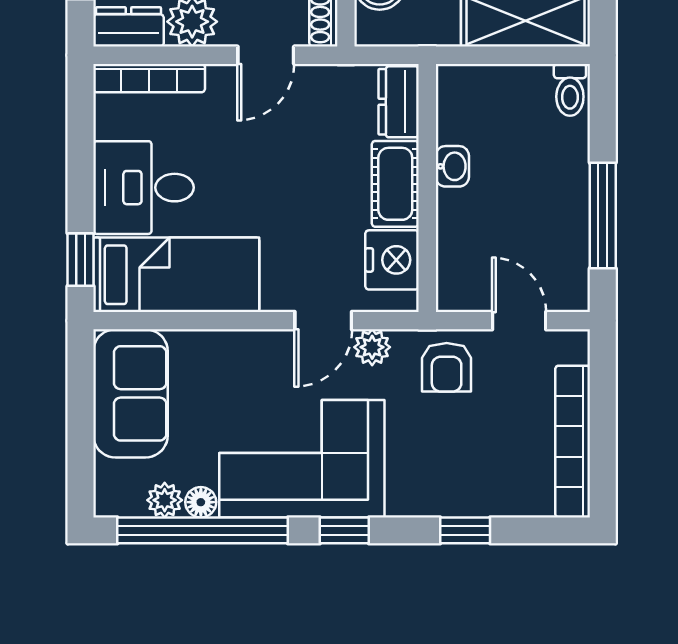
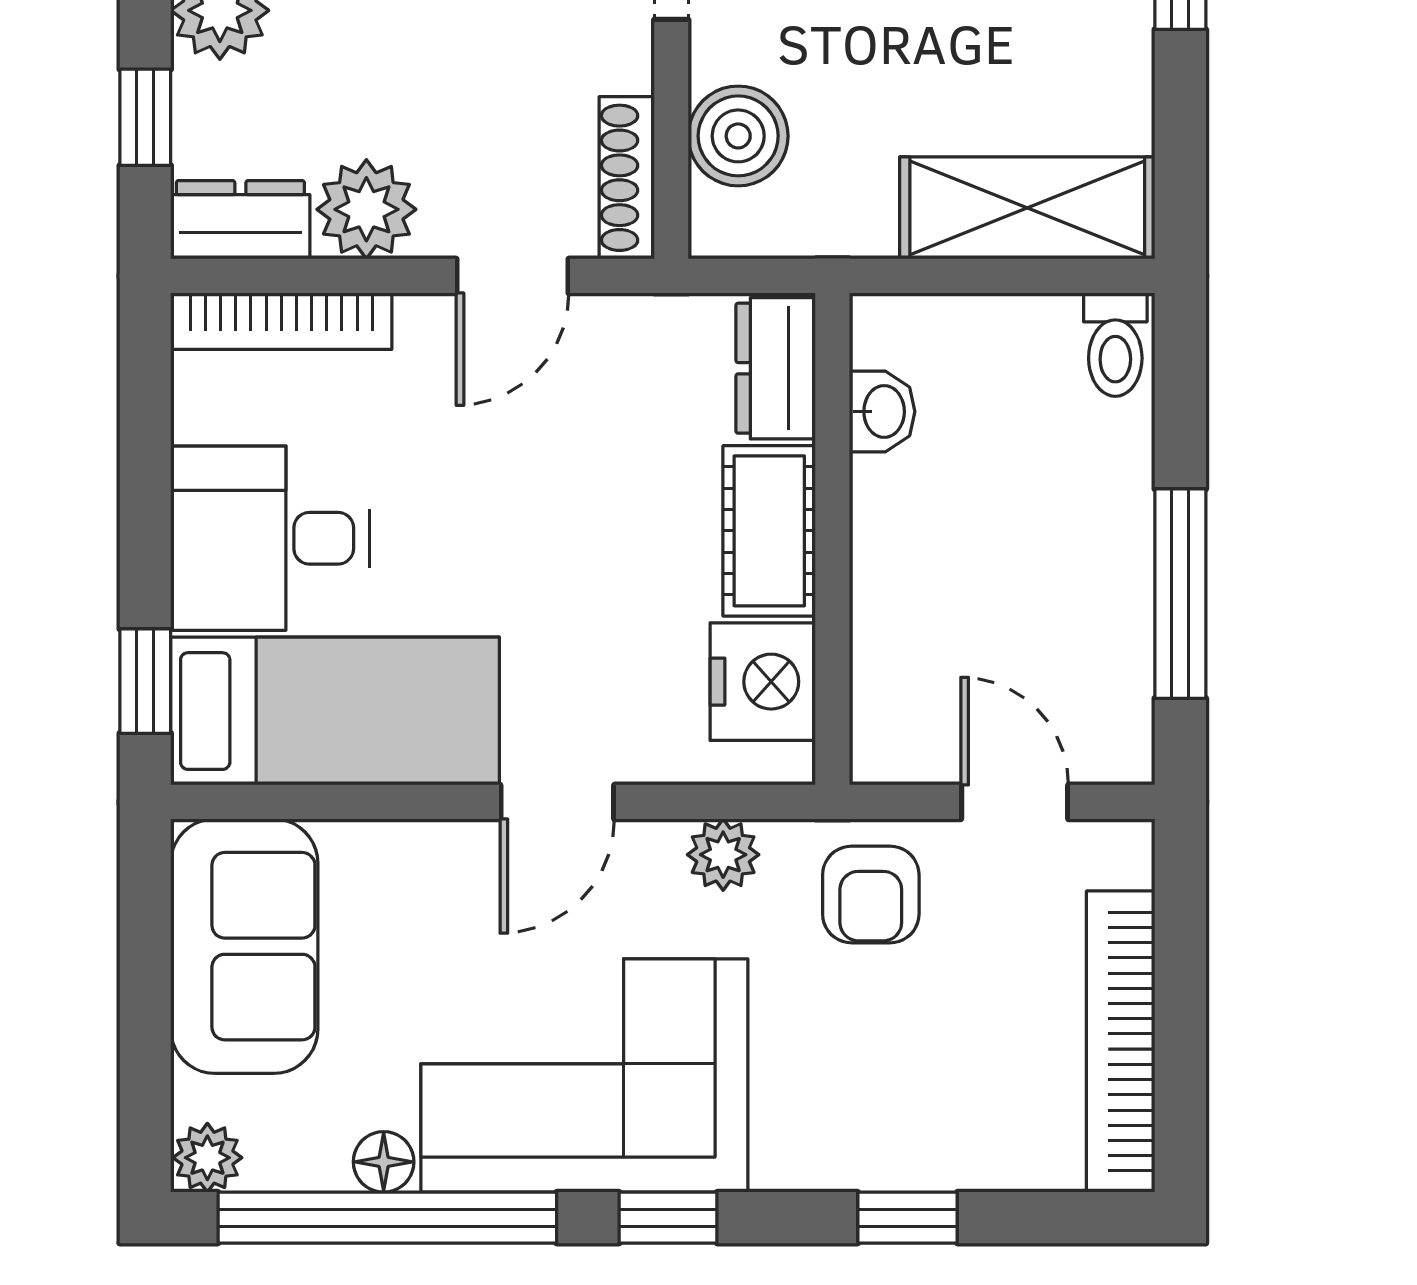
washbasin: (452, 166) -> (882, 412), moved
door: (323, 321) -> (557, 802), moved
plant: (165, 500) -> (207, 1158), moved

